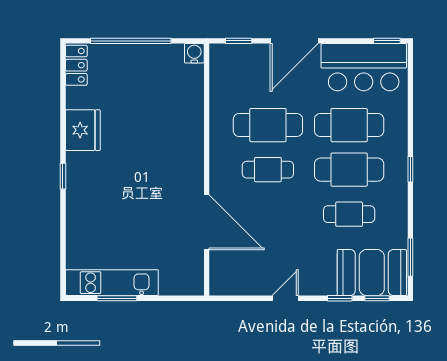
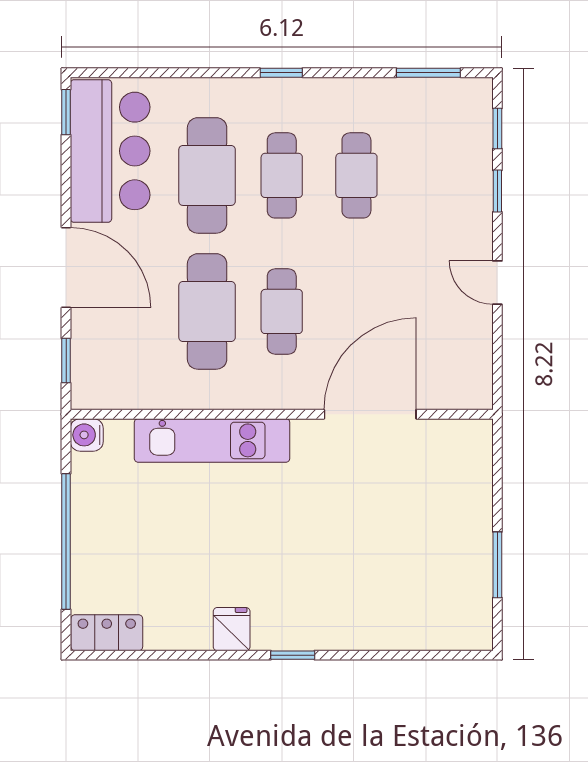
fridge: (83, 130) -> (232, 629), width x0.53, depth x0.75
cafe table: (349, 170) -> (282, 175), width x0.73, depth x0.74
booth: (372, 273) -> (454, 137), removed
kitchen unit: (112, 283) -> (212, 440), moved, turned -90

